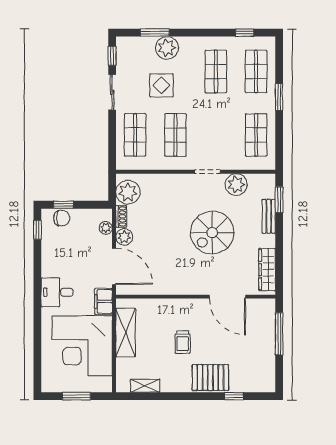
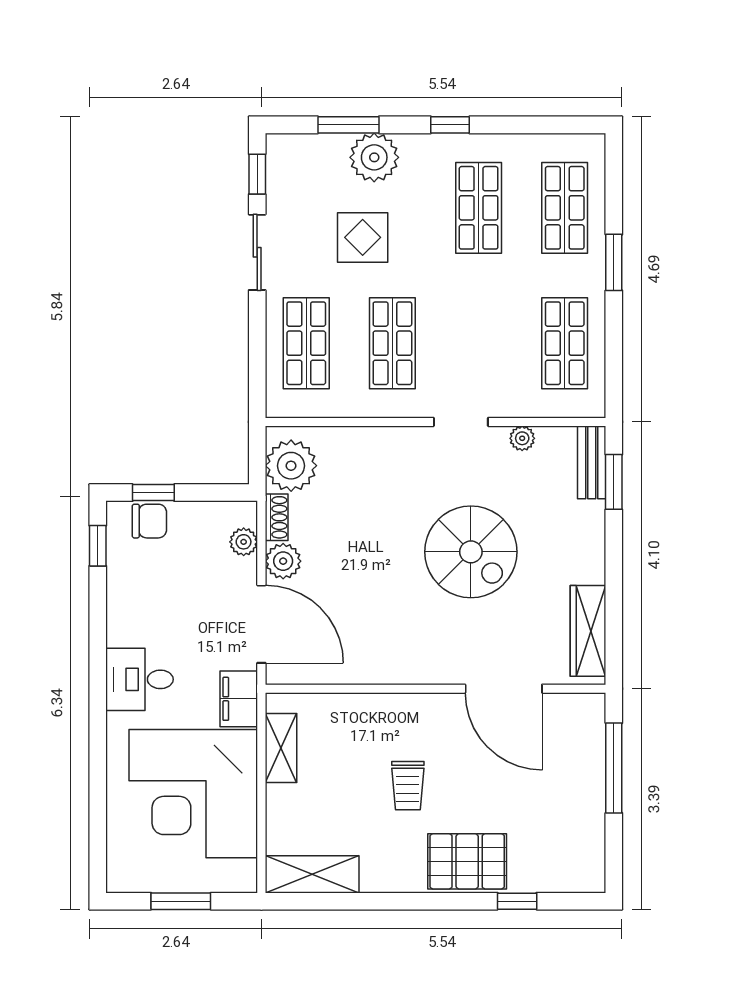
window: (245, 33) -> (450, 125), moved
plant: (236, 184) -> (522, 438), width x0.53, depth x0.53
bench: (269, 216) -> (592, 462), moved
spiral stairs: (212, 233) -> (471, 552), turned -90
shelving: (126, 333) -> (281, 748), width x0.67, depth x0.75
shelving: (145, 386) -> (312, 874), width x1.50, depth x1.33

